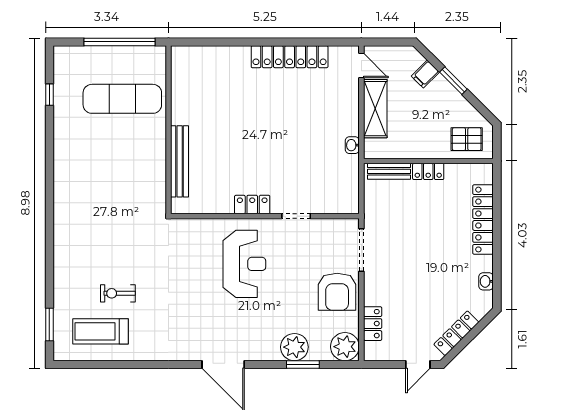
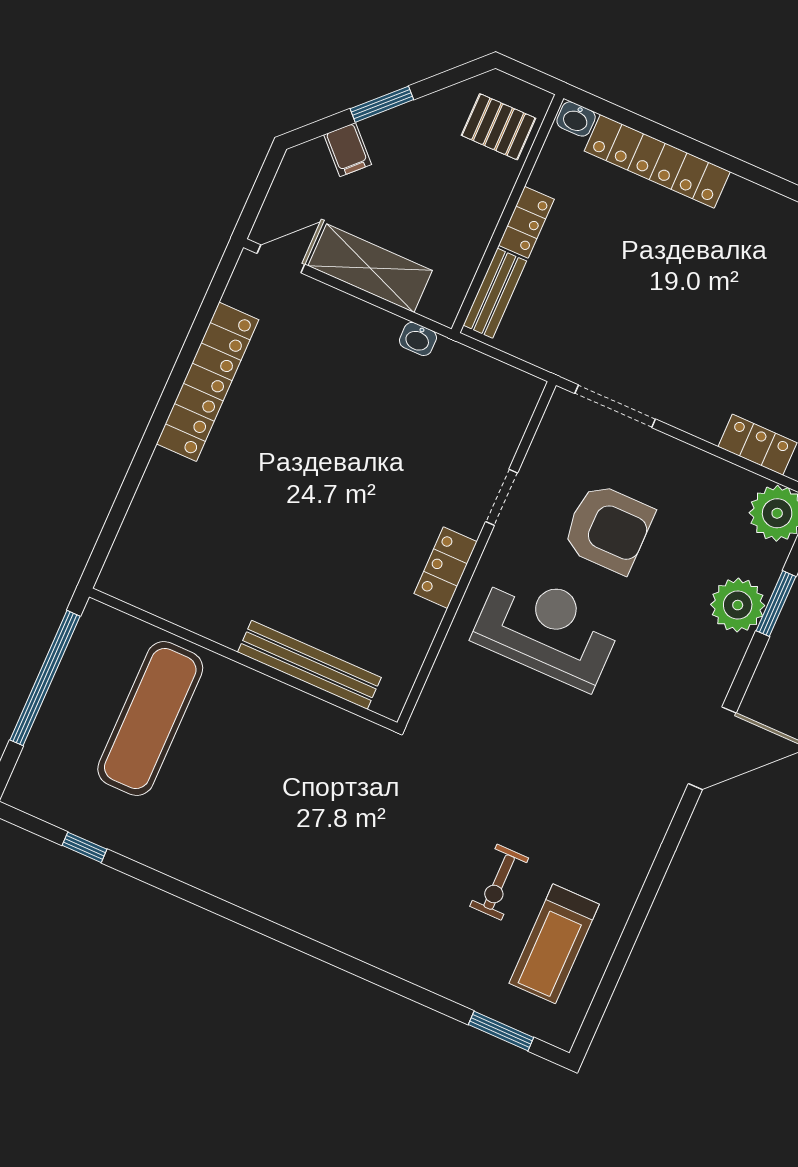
pallet: (467, 139) -> (499, 127), turned 90
washbasin: (486, 281) -> (576, 119), moved
armchair: (337, 292) -> (608, 528), moved

